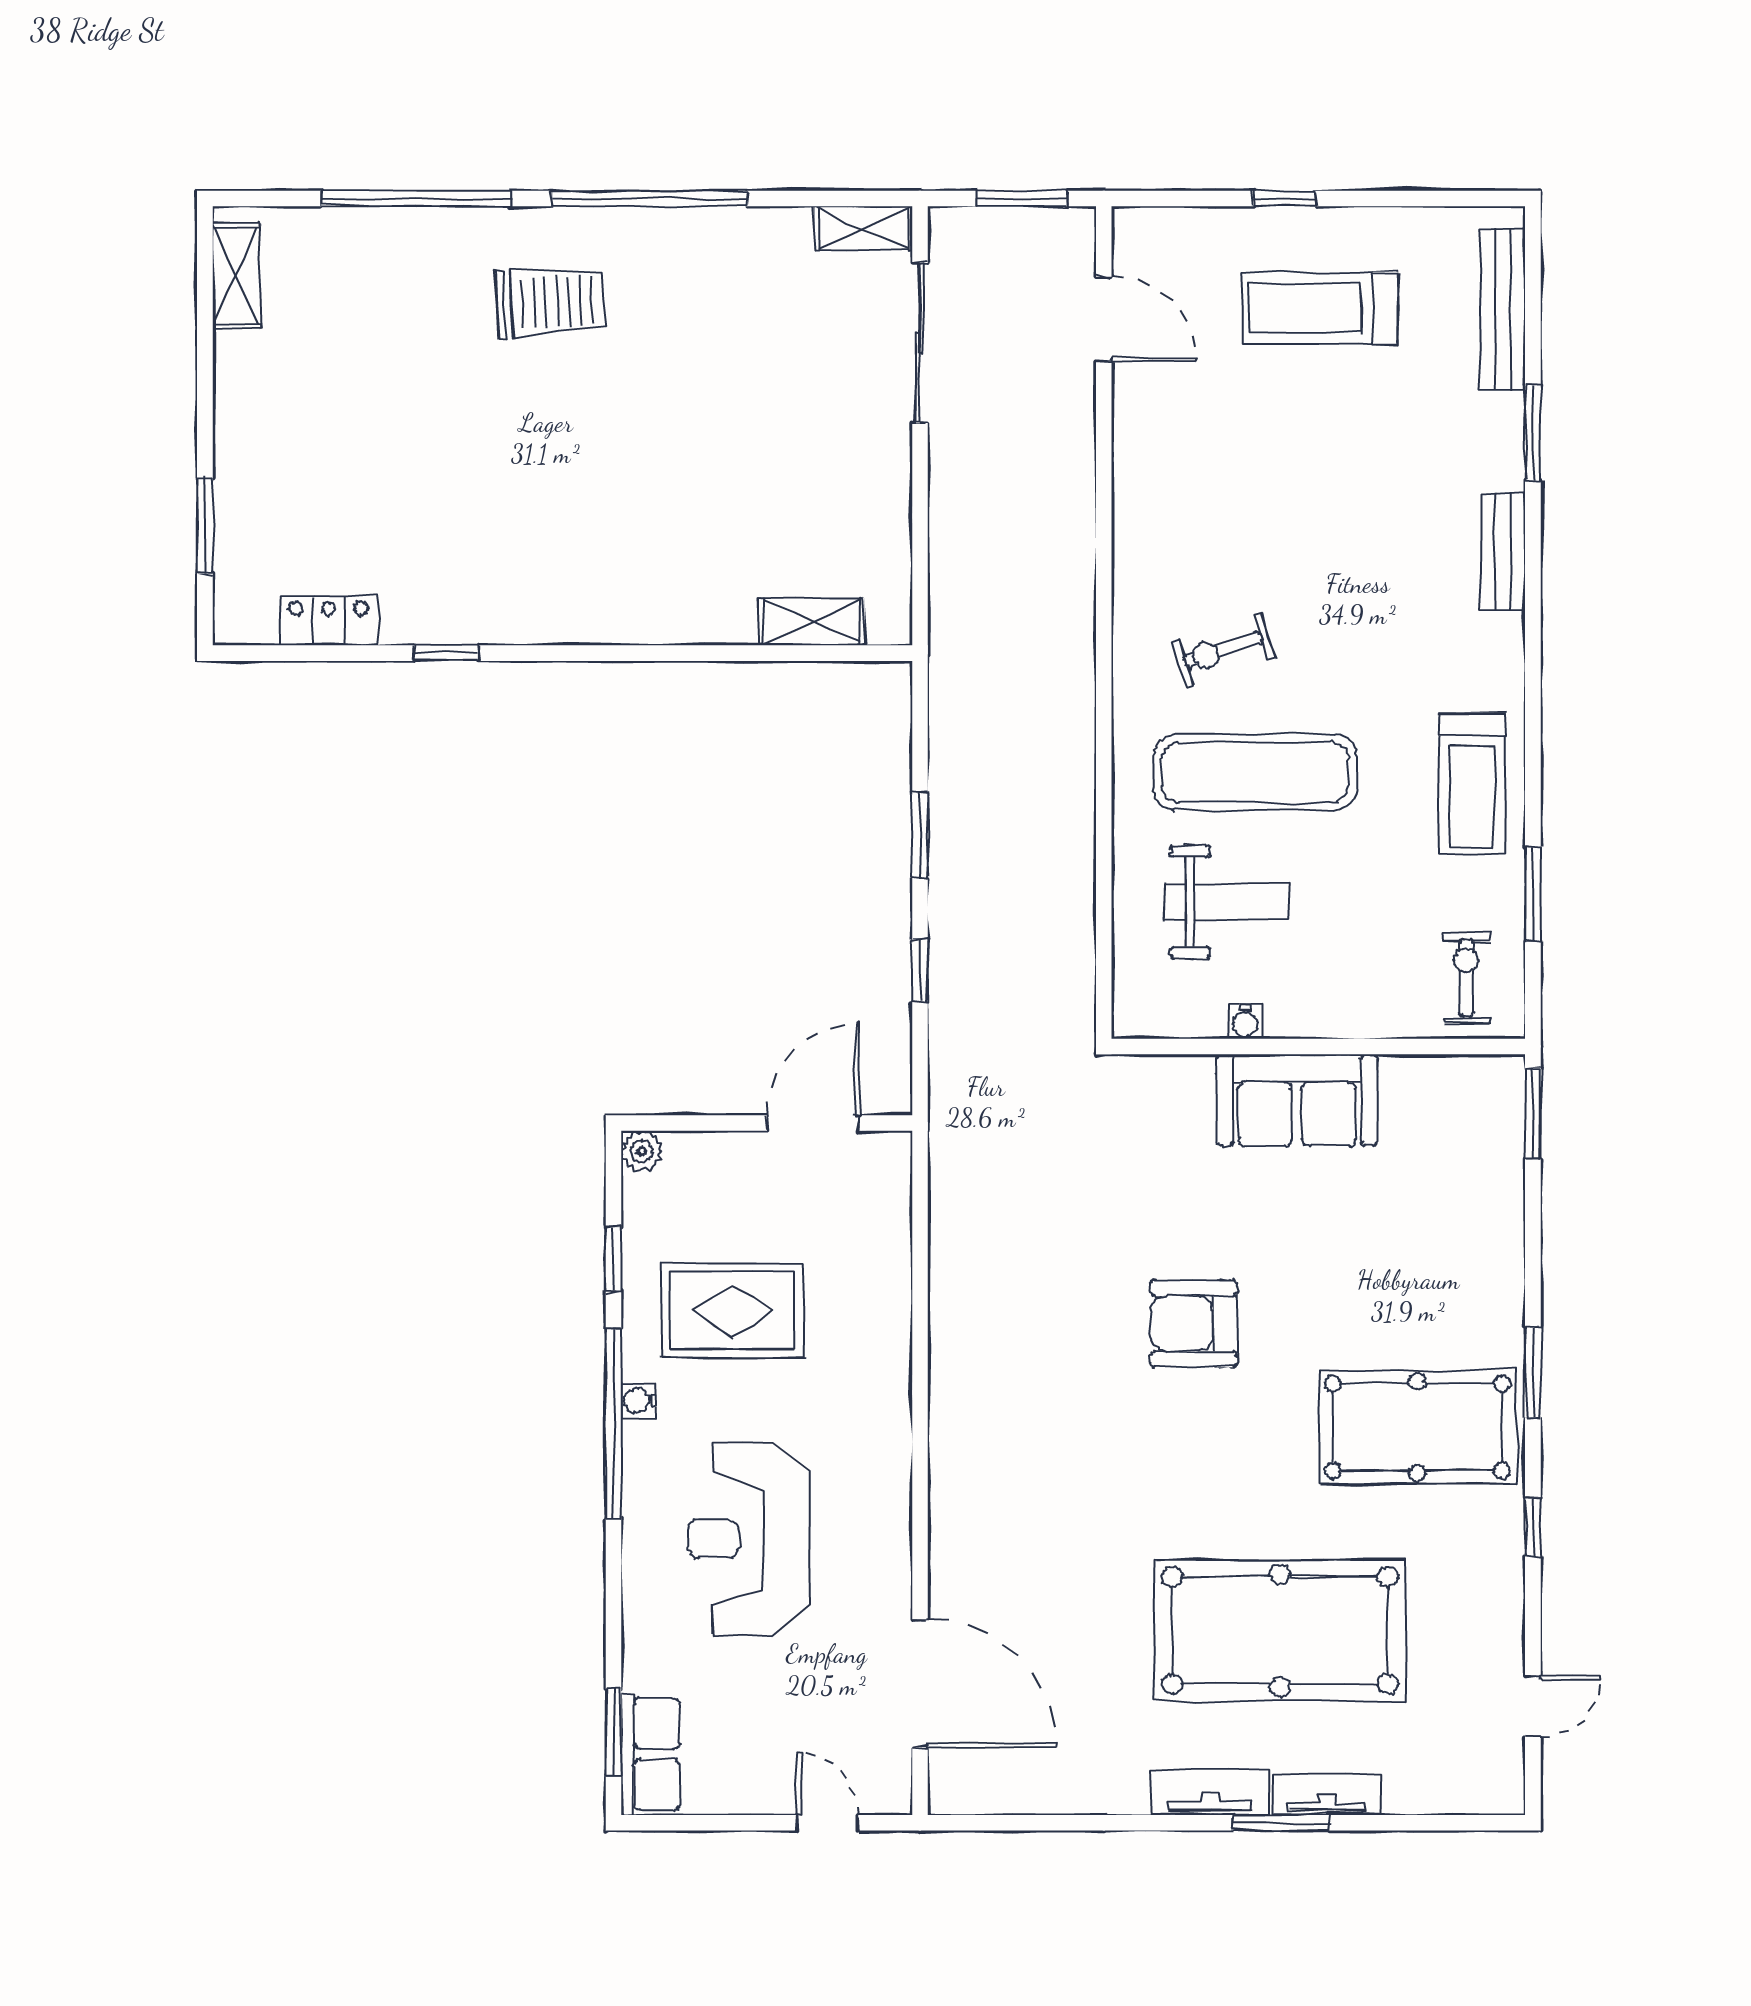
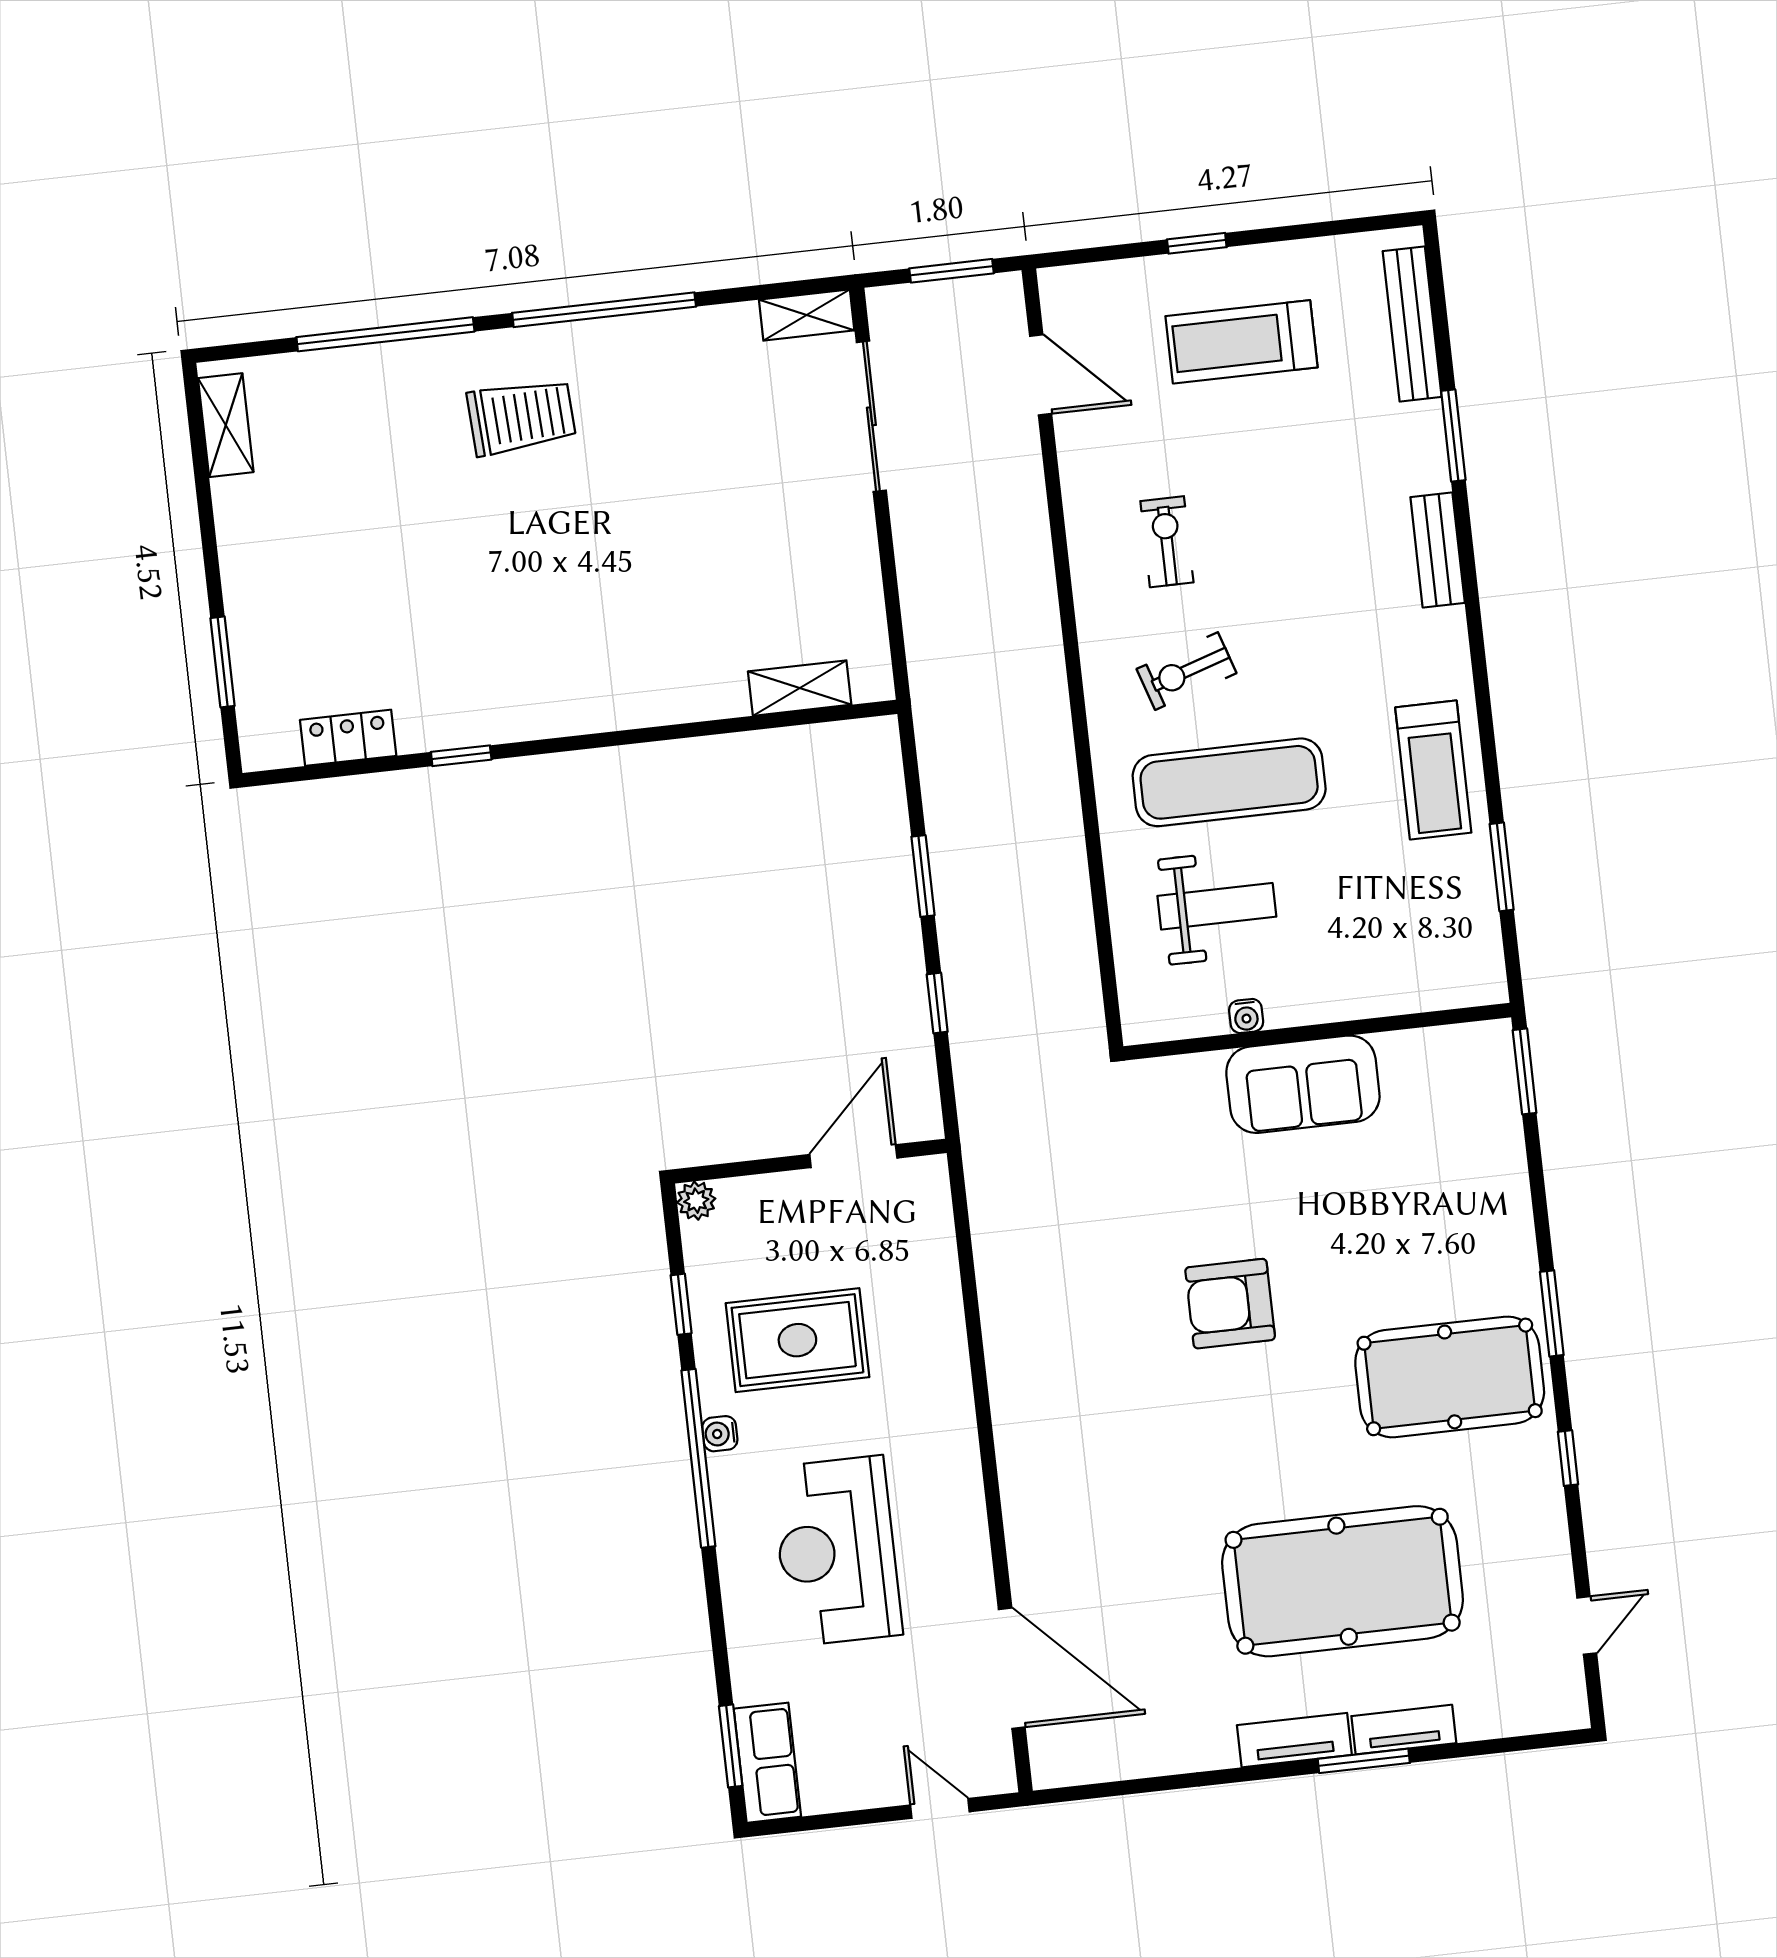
exercise bike: (1466, 978) -> (1167, 542), moved

